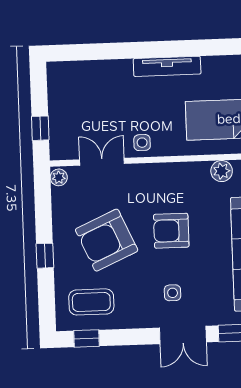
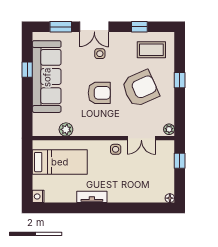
tv unit: (167, 66) -> (92, 197), width x0.71
floor lamp: (54, 69) -> (170, 198), added
double door: (183, 335) -> (94, 27), swing flipped
window: (87, 338) -> (139, 27), moved

